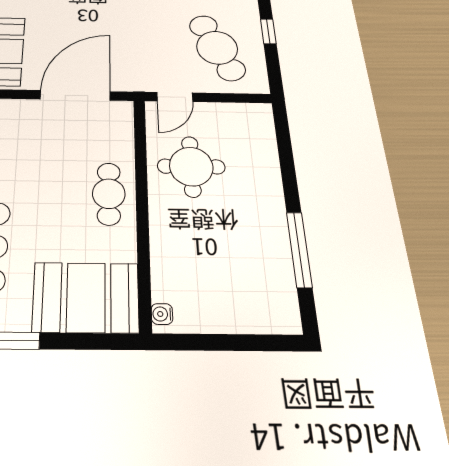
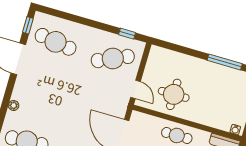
window: (268, 31) -> (127, 34), moved

